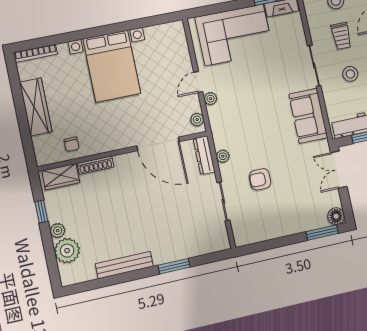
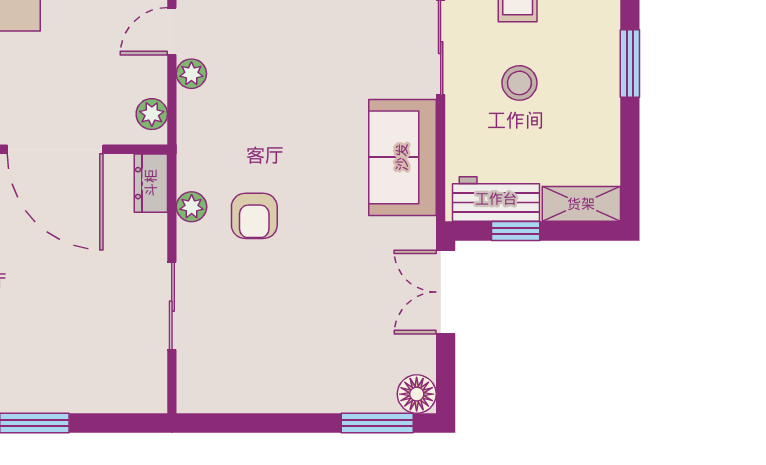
dresser: (204, 155) -> (151, 183), width x0.70
armchair: (260, 179) -> (254, 216), moved, turned -90

